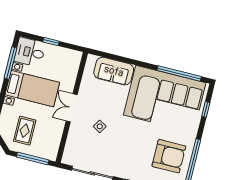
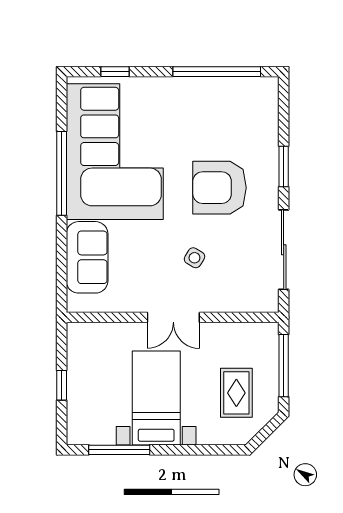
desk: (30, 52) -> (91, 419), removed
window: (179, 73) -> (62, 173), moved
rug: (25, 131) -> (236, 393), turned 90
armchair: (169, 156) -> (220, 188), moved, turned -90

